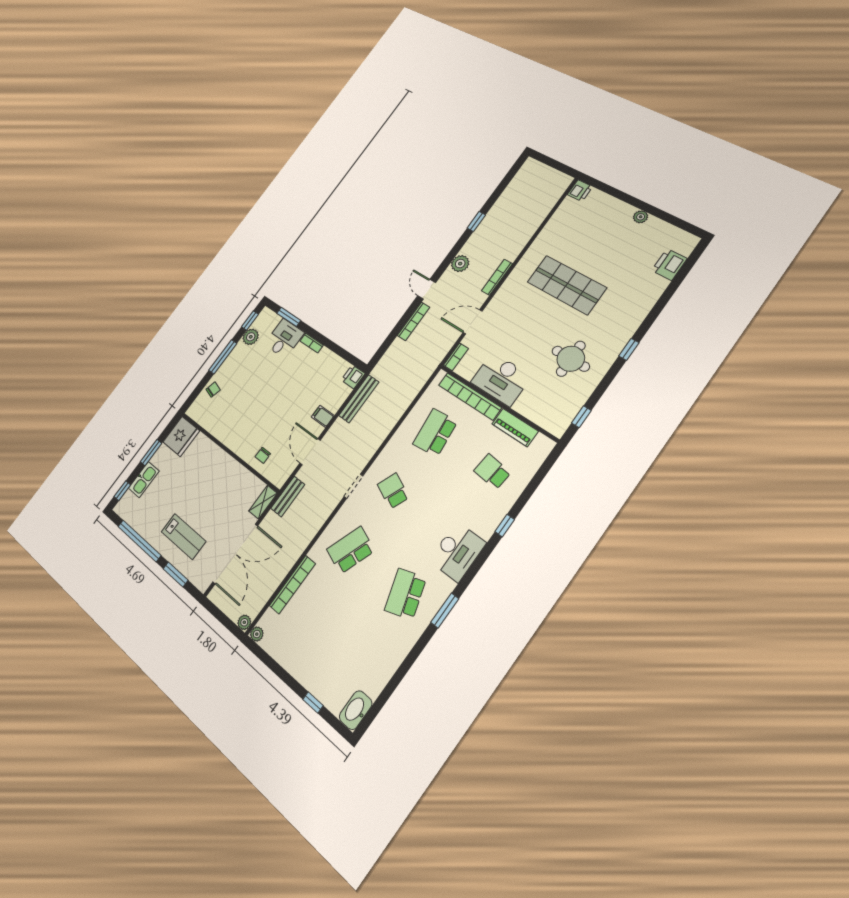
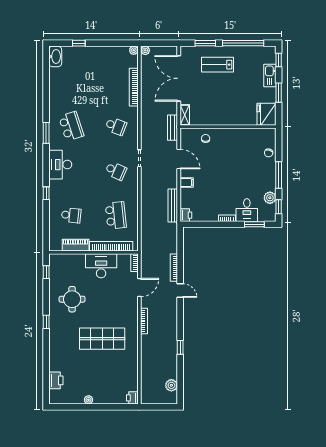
plant: (460, 264) -> (171, 385), moved
school desk: (351, 550) -> (116, 126), width x0.54

